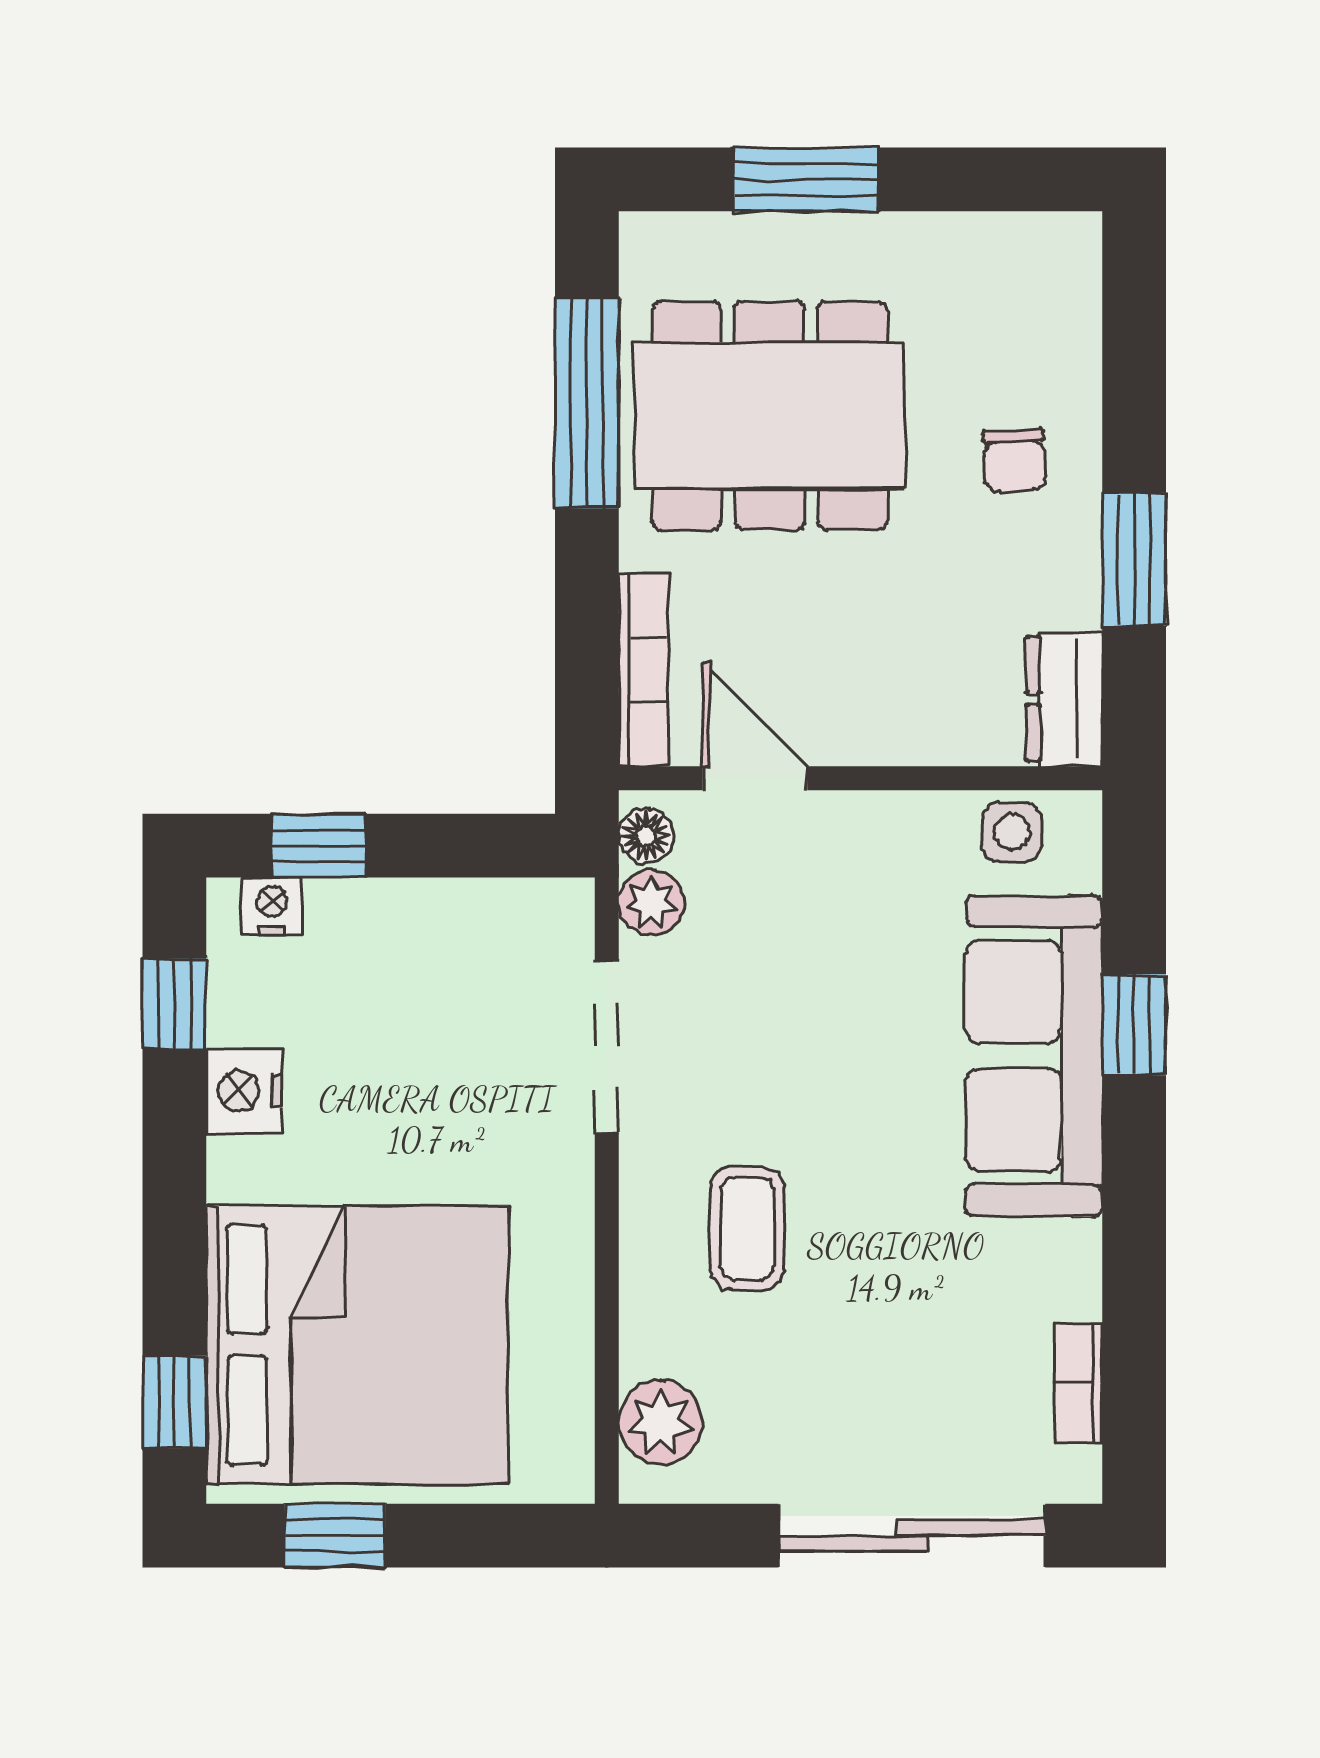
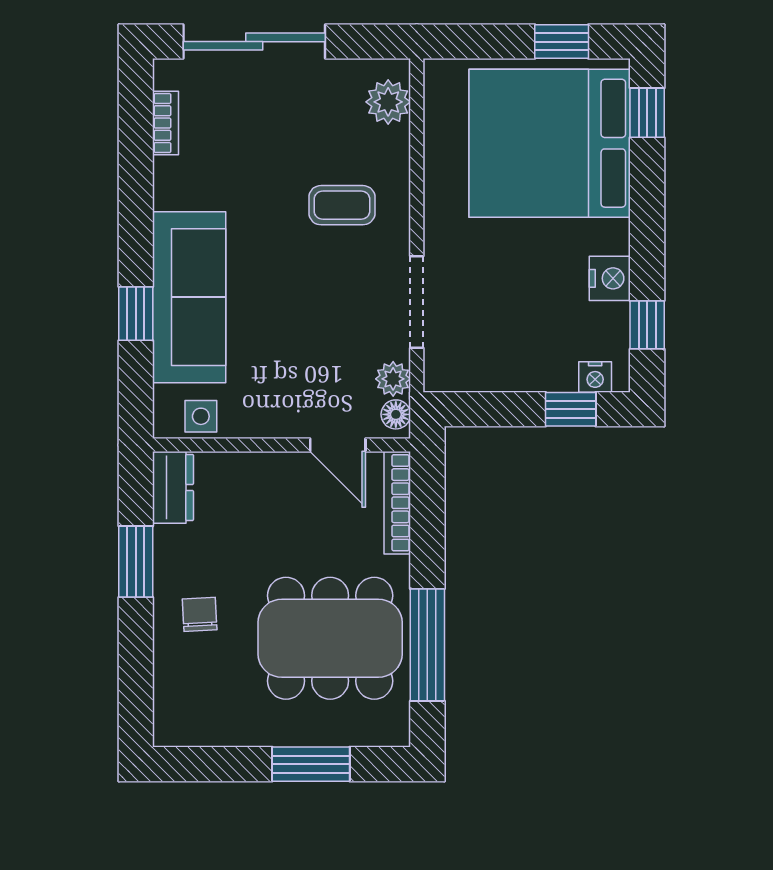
coffee table: (747, 1228) -> (342, 205), turned 90

